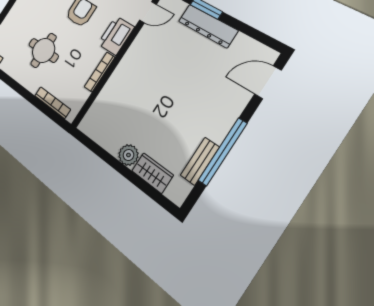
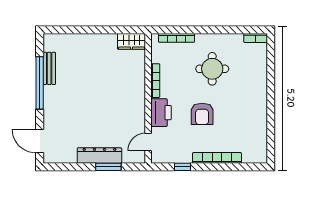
door: (268, 82) -> (40, 141), swing flipped
plant: (128, 155) -> (96, 41), removed
wardrobe: (152, 173) -> (132, 41), moved

